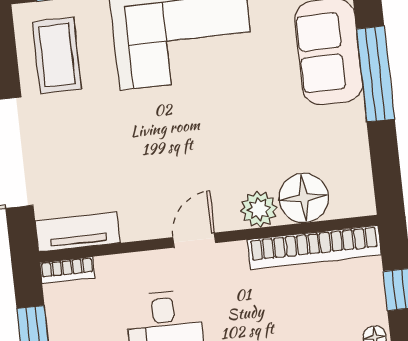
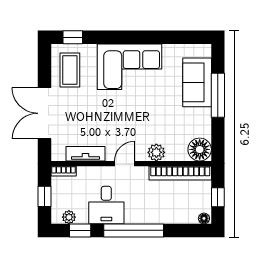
floor lamp: (304, 198) -> (200, 149), moved
tv unit: (78, 232) -> (86, 154), moved

